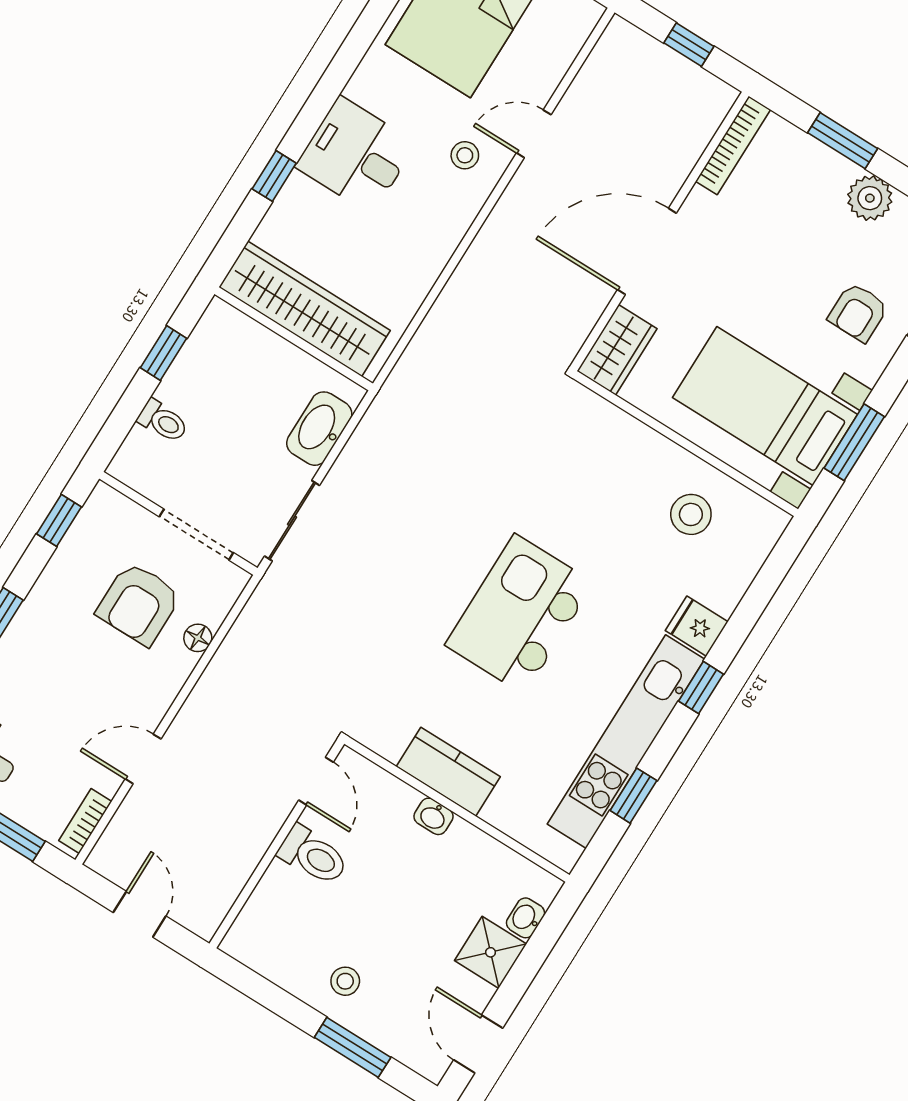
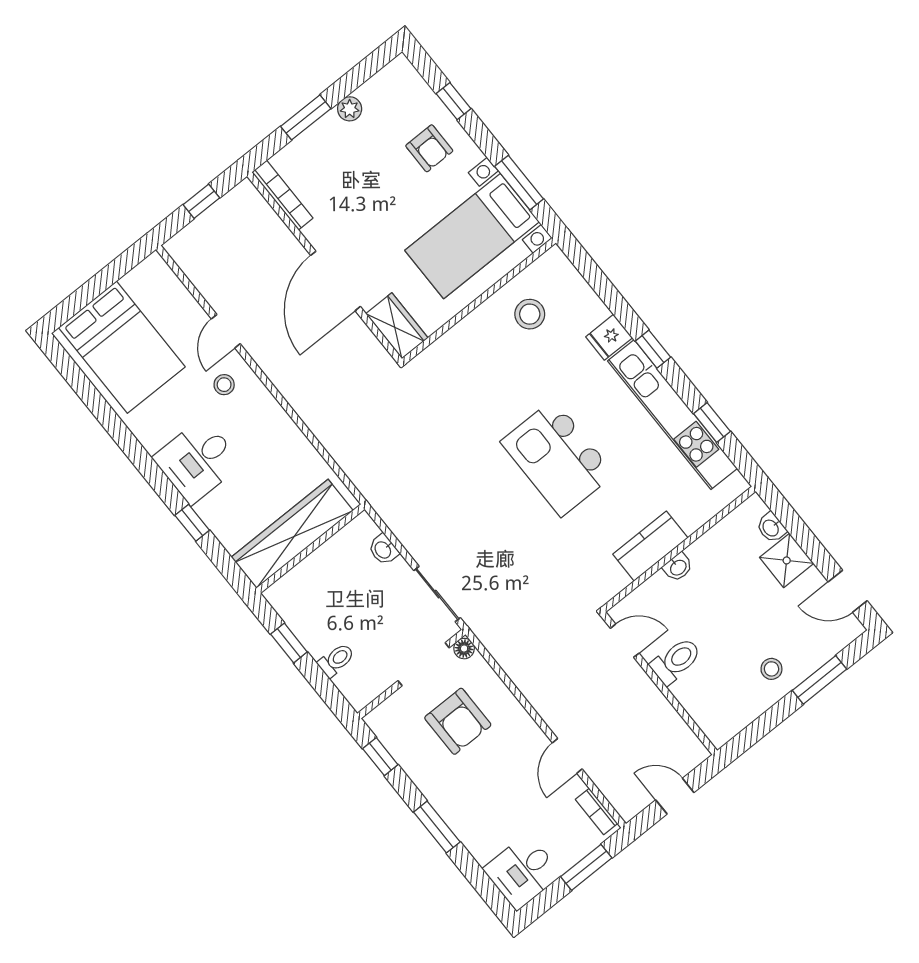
plant: (870, 198) -> (350, 109), width x0.73, depth x0.73
washbasin: (319, 429) -> (383, 550), width x0.52, depth x0.69
floor lamp: (198, 638) -> (464, 649), moved

